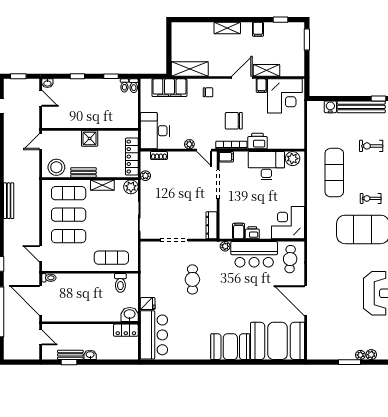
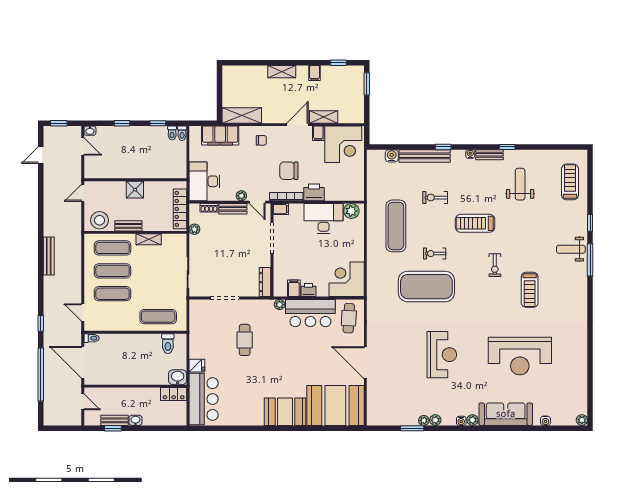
bench: (181, 156) -> (233, 209), added
plant: (131, 187) -> (179, 241), removed

